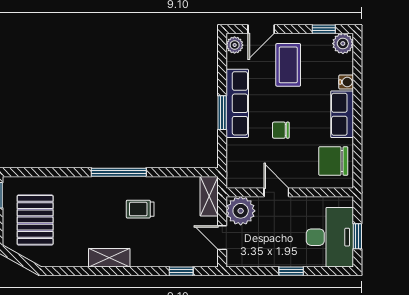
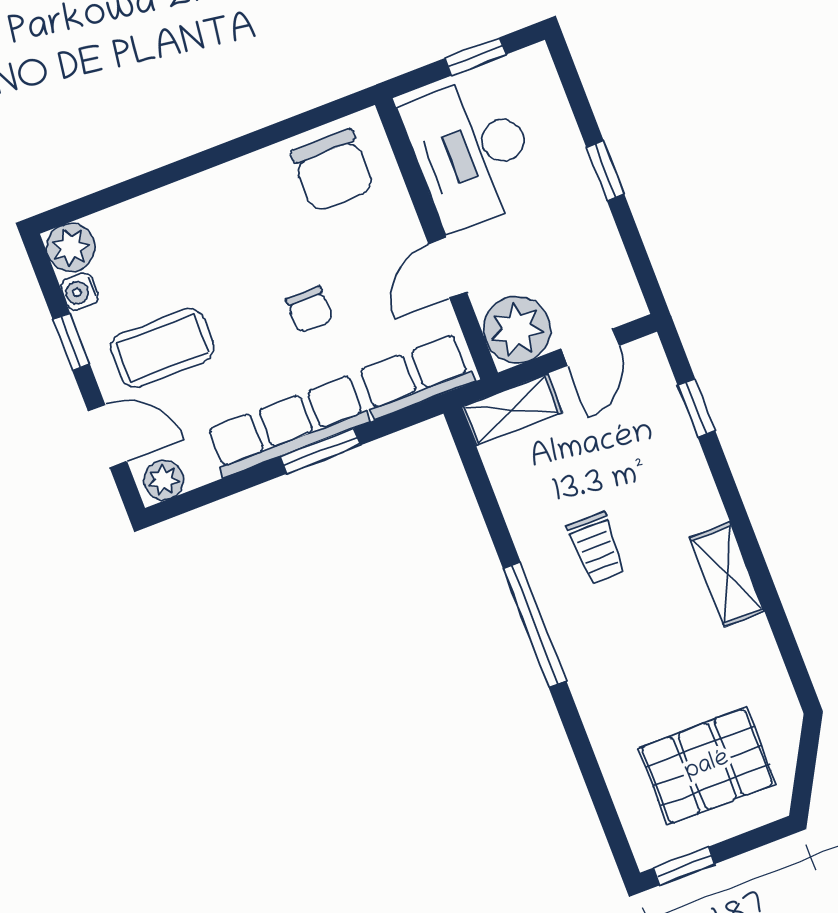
window: (324, 29) -> (71, 342), moved
water cooler: (346, 82) -> (80, 292), moved, turned -90
row of seats: (342, 114) -> (416, 376), moved, turned 180
desk: (330, 237) -> (471, 152), moved, turned -90

